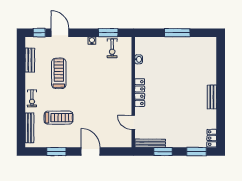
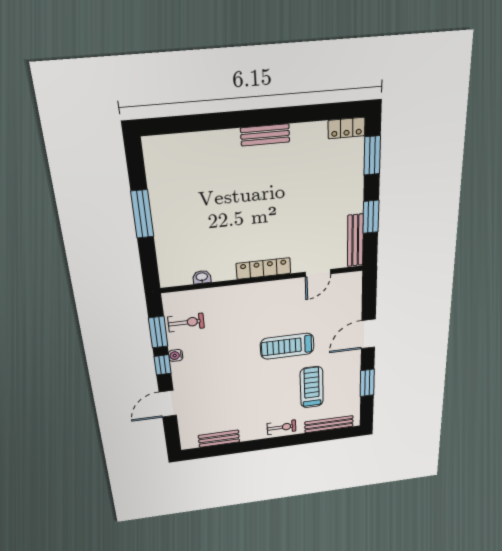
window: (39, 33) -> (163, 365), moved
treadmill: (59, 73) -> (287, 346), moved

